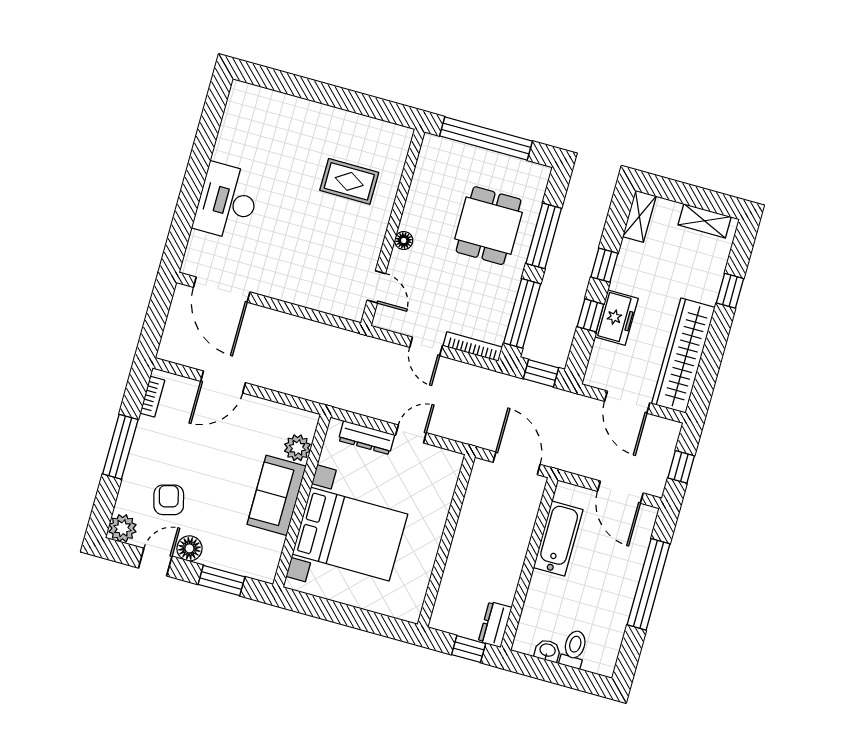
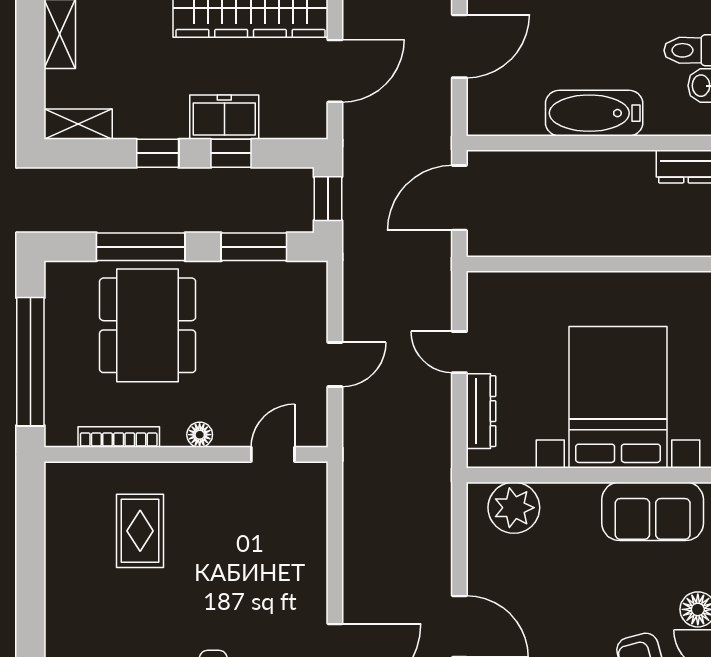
dining table: (489, 226) -> (148, 325), width x1.37
window: (522, 313) -> (254, 247), width x0.69
bookcase: (473, 347) -> (119, 437), moved, turned 90
plant: (297, 448) -> (514, 508), width x1.36, depth x1.36
sofa: (277, 495) -> (653, 511), moved
bathtub: (558, 539) -> (594, 113), moved

